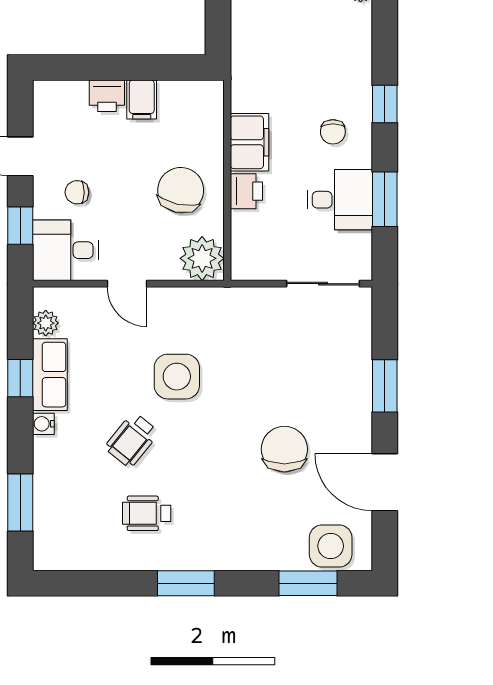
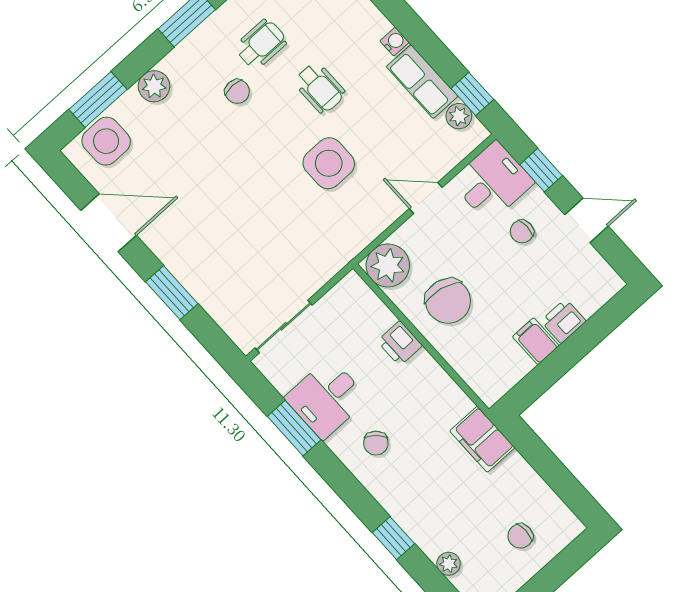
window: (385, 104) -> (393, 538), moved
chair: (333, 132) -> (376, 443), turned -138
filing cabinet: (250, 142) -> (482, 439), moved
chair: (77, 192) -> (522, 231), turned 180
window: (20, 378) -> (472, 94), moved
wheelchair: (132, 440) -> (320, 88), turned 141
chair: (284, 449) -> (237, 91), moved, width x0.54, depth x0.54
plant: (256, 555) -> (154, 86), added

